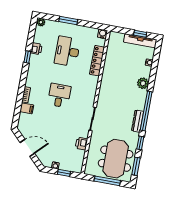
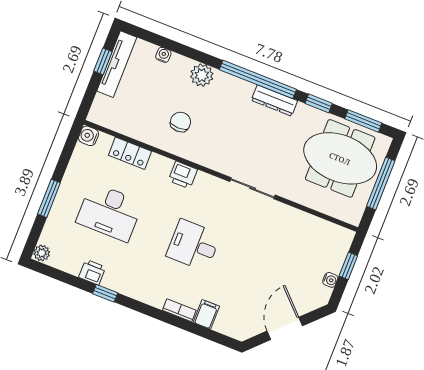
locker: (97, 61) -> (130, 153), width x0.66
chair: (118, 77) -> (180, 122), added
printer: (81, 144) -> (183, 175), moved

